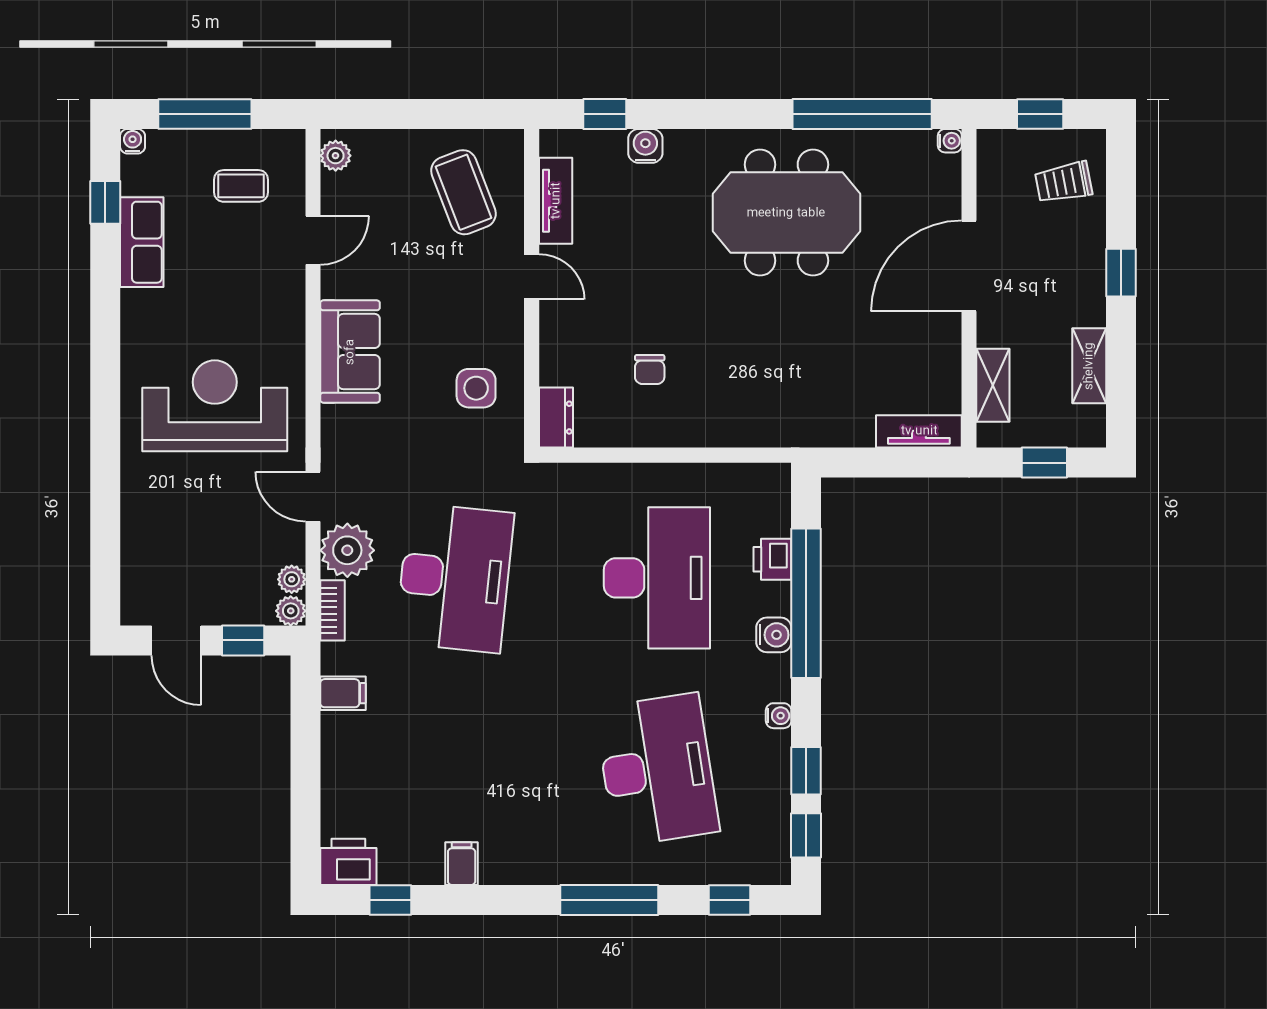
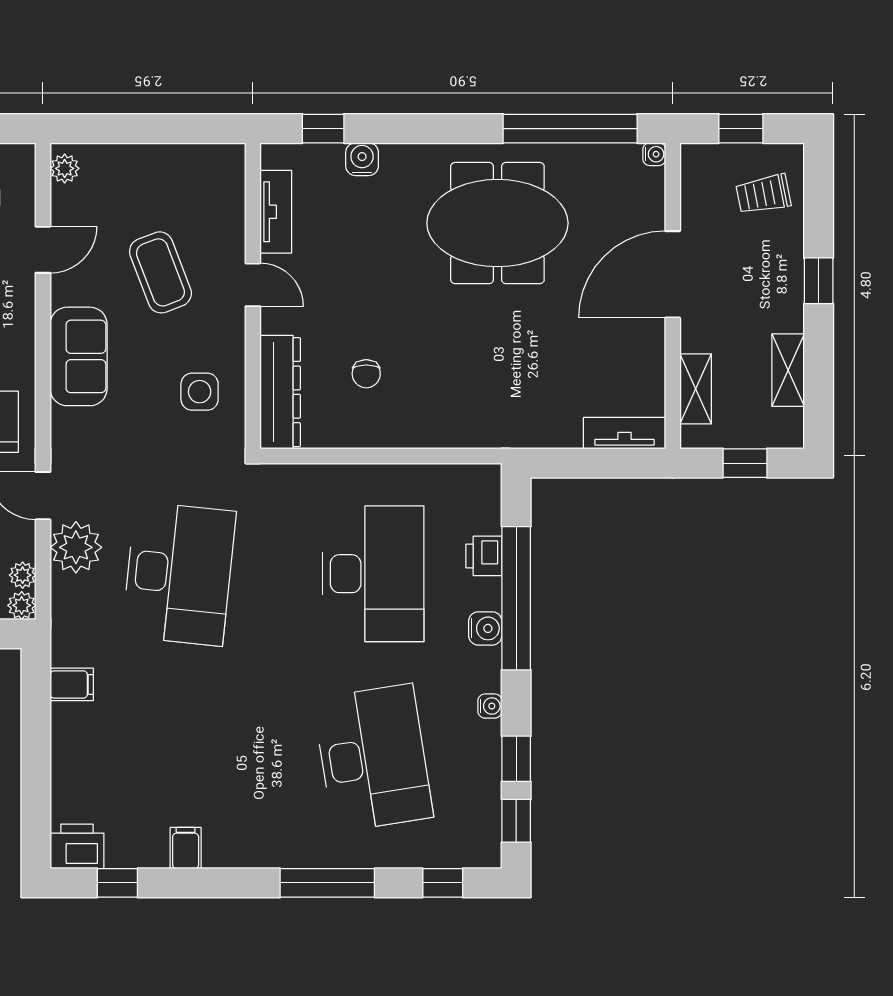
coffee table: (463, 192) -> (160, 272), moved
dresser: (556, 418) -> (280, 392), width x1.96, depth x1.24
bookcase: (332, 610) -> (62, 605), removed

